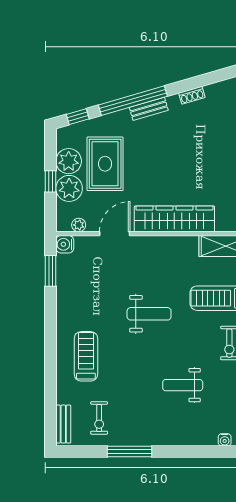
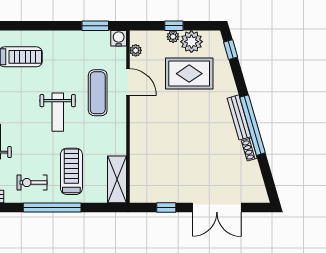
window: (133, 101) -> (252, 125), moved
bench: (149, 109) -> (239, 117), width x1.36
plant: (69, 188) -> (173, 37), width x0.53, depth x0.53
wardrobe: (174, 219) -> (141, 134), removed
exercise mat: (127, 268) -> (98, 93), added

